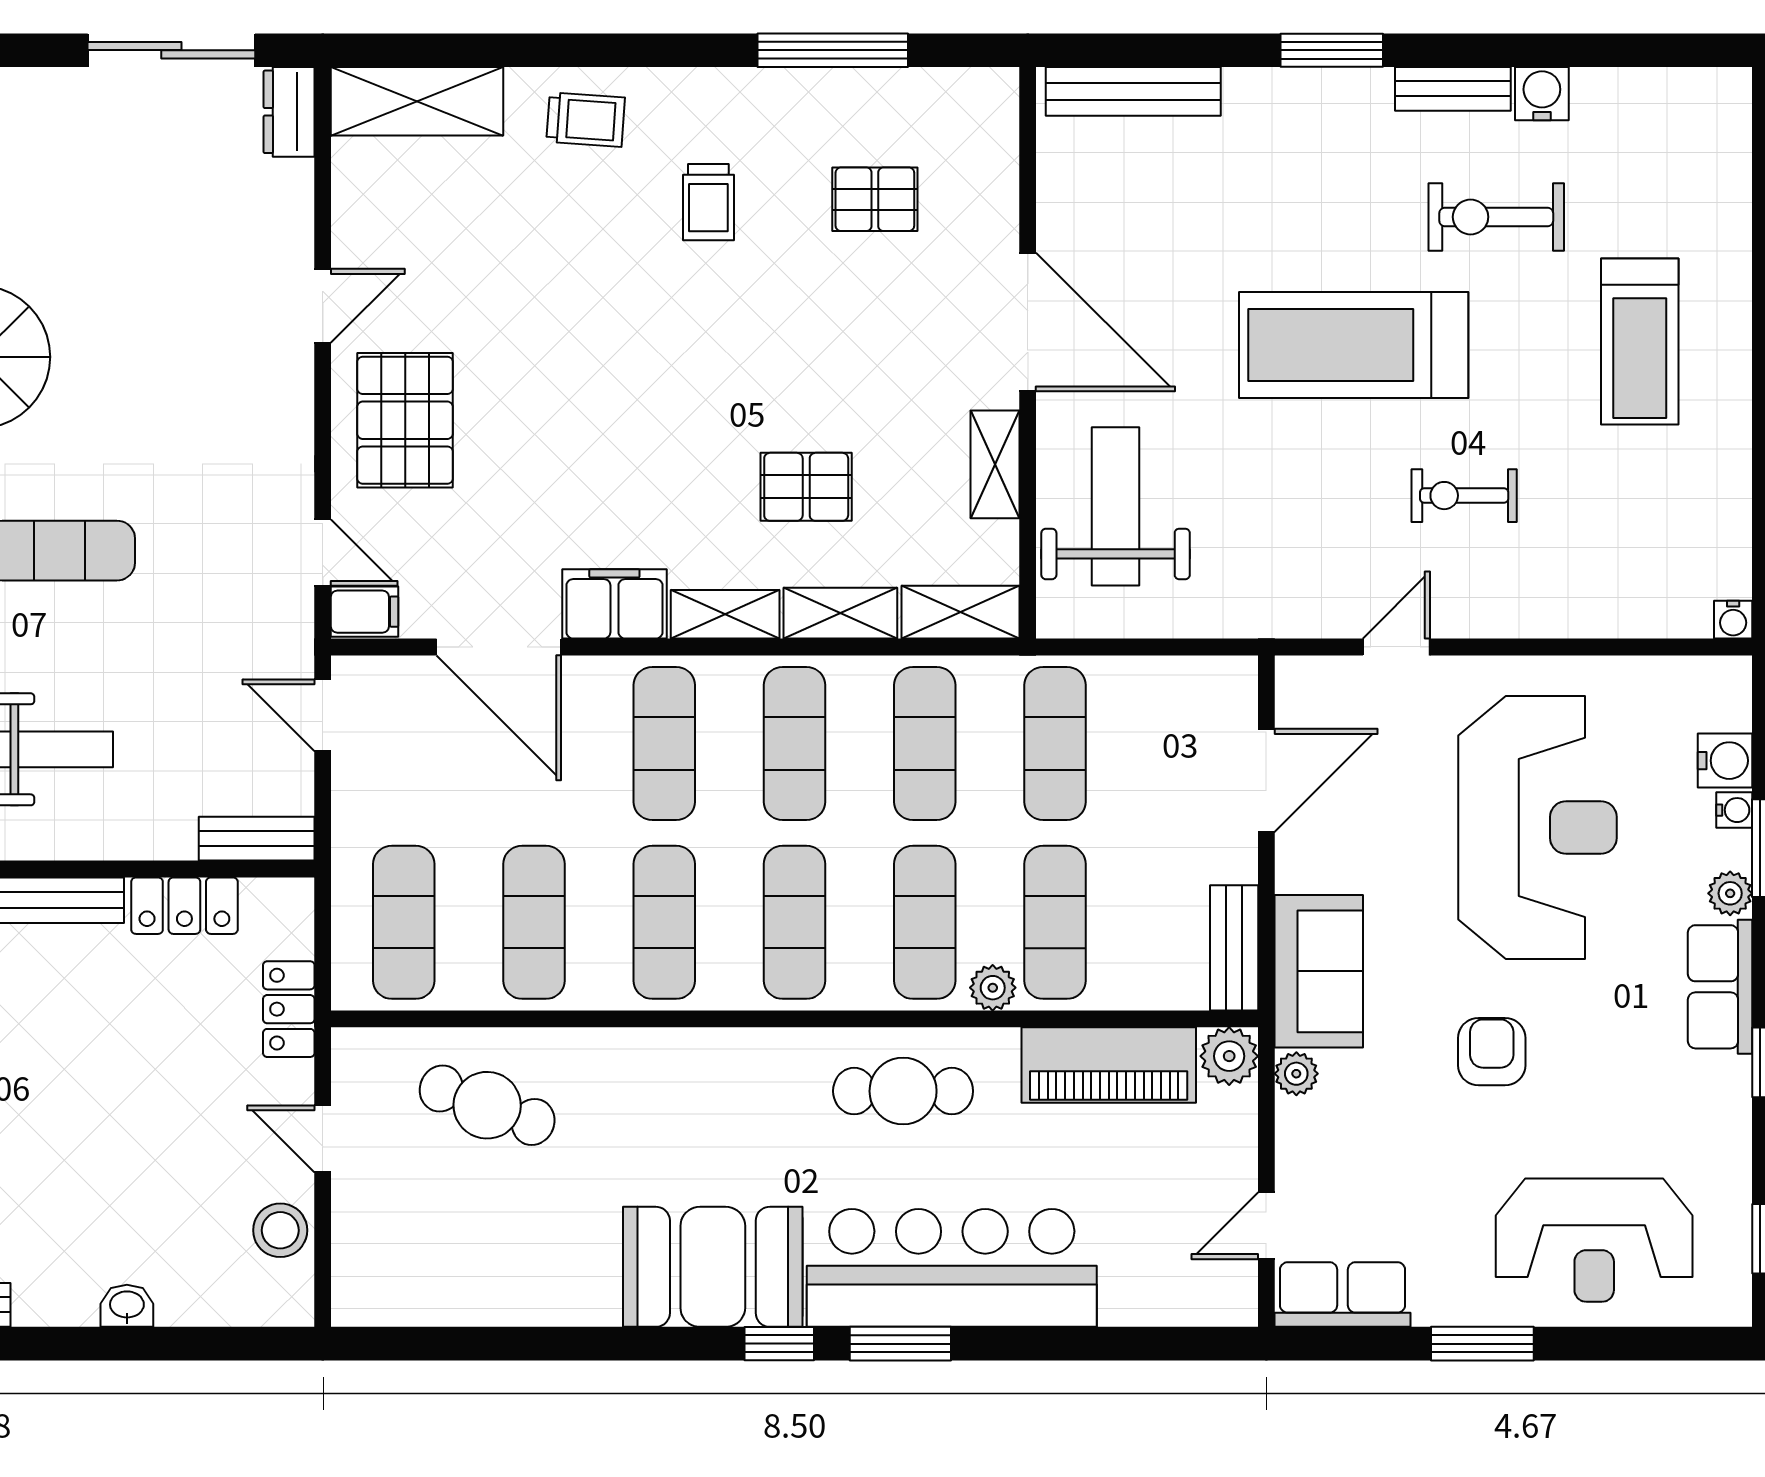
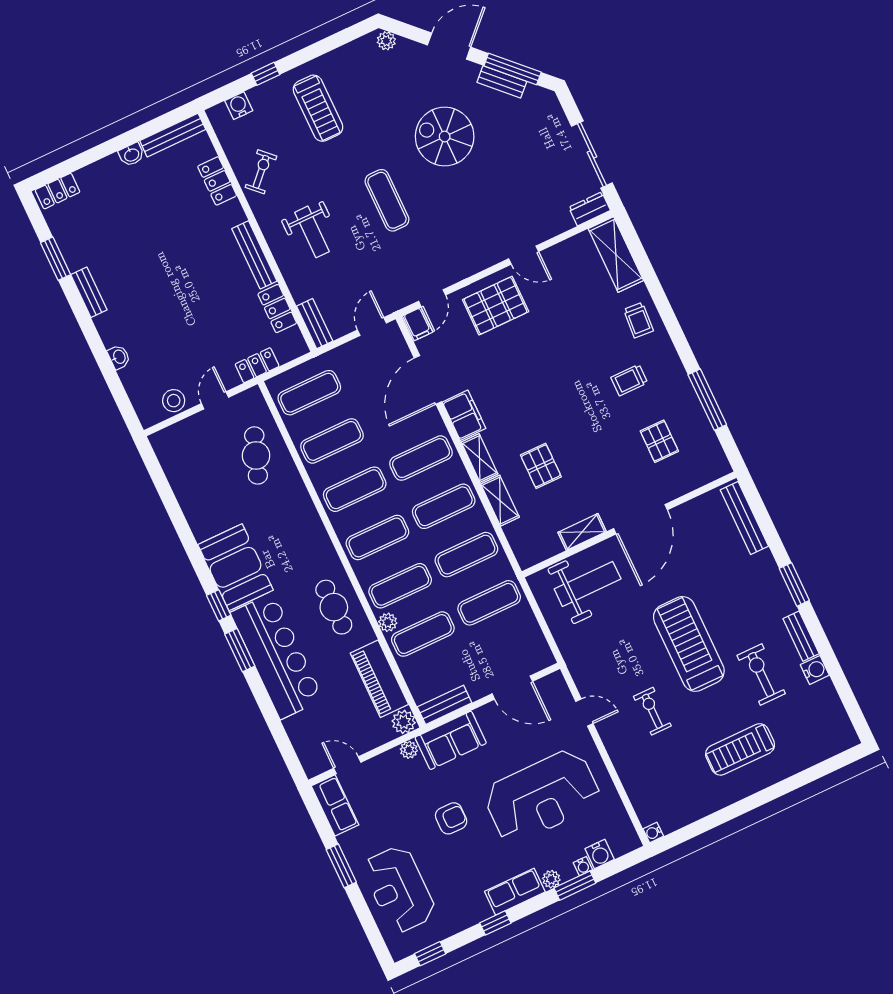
shelving: (960, 612) -> (521, 545), removed

